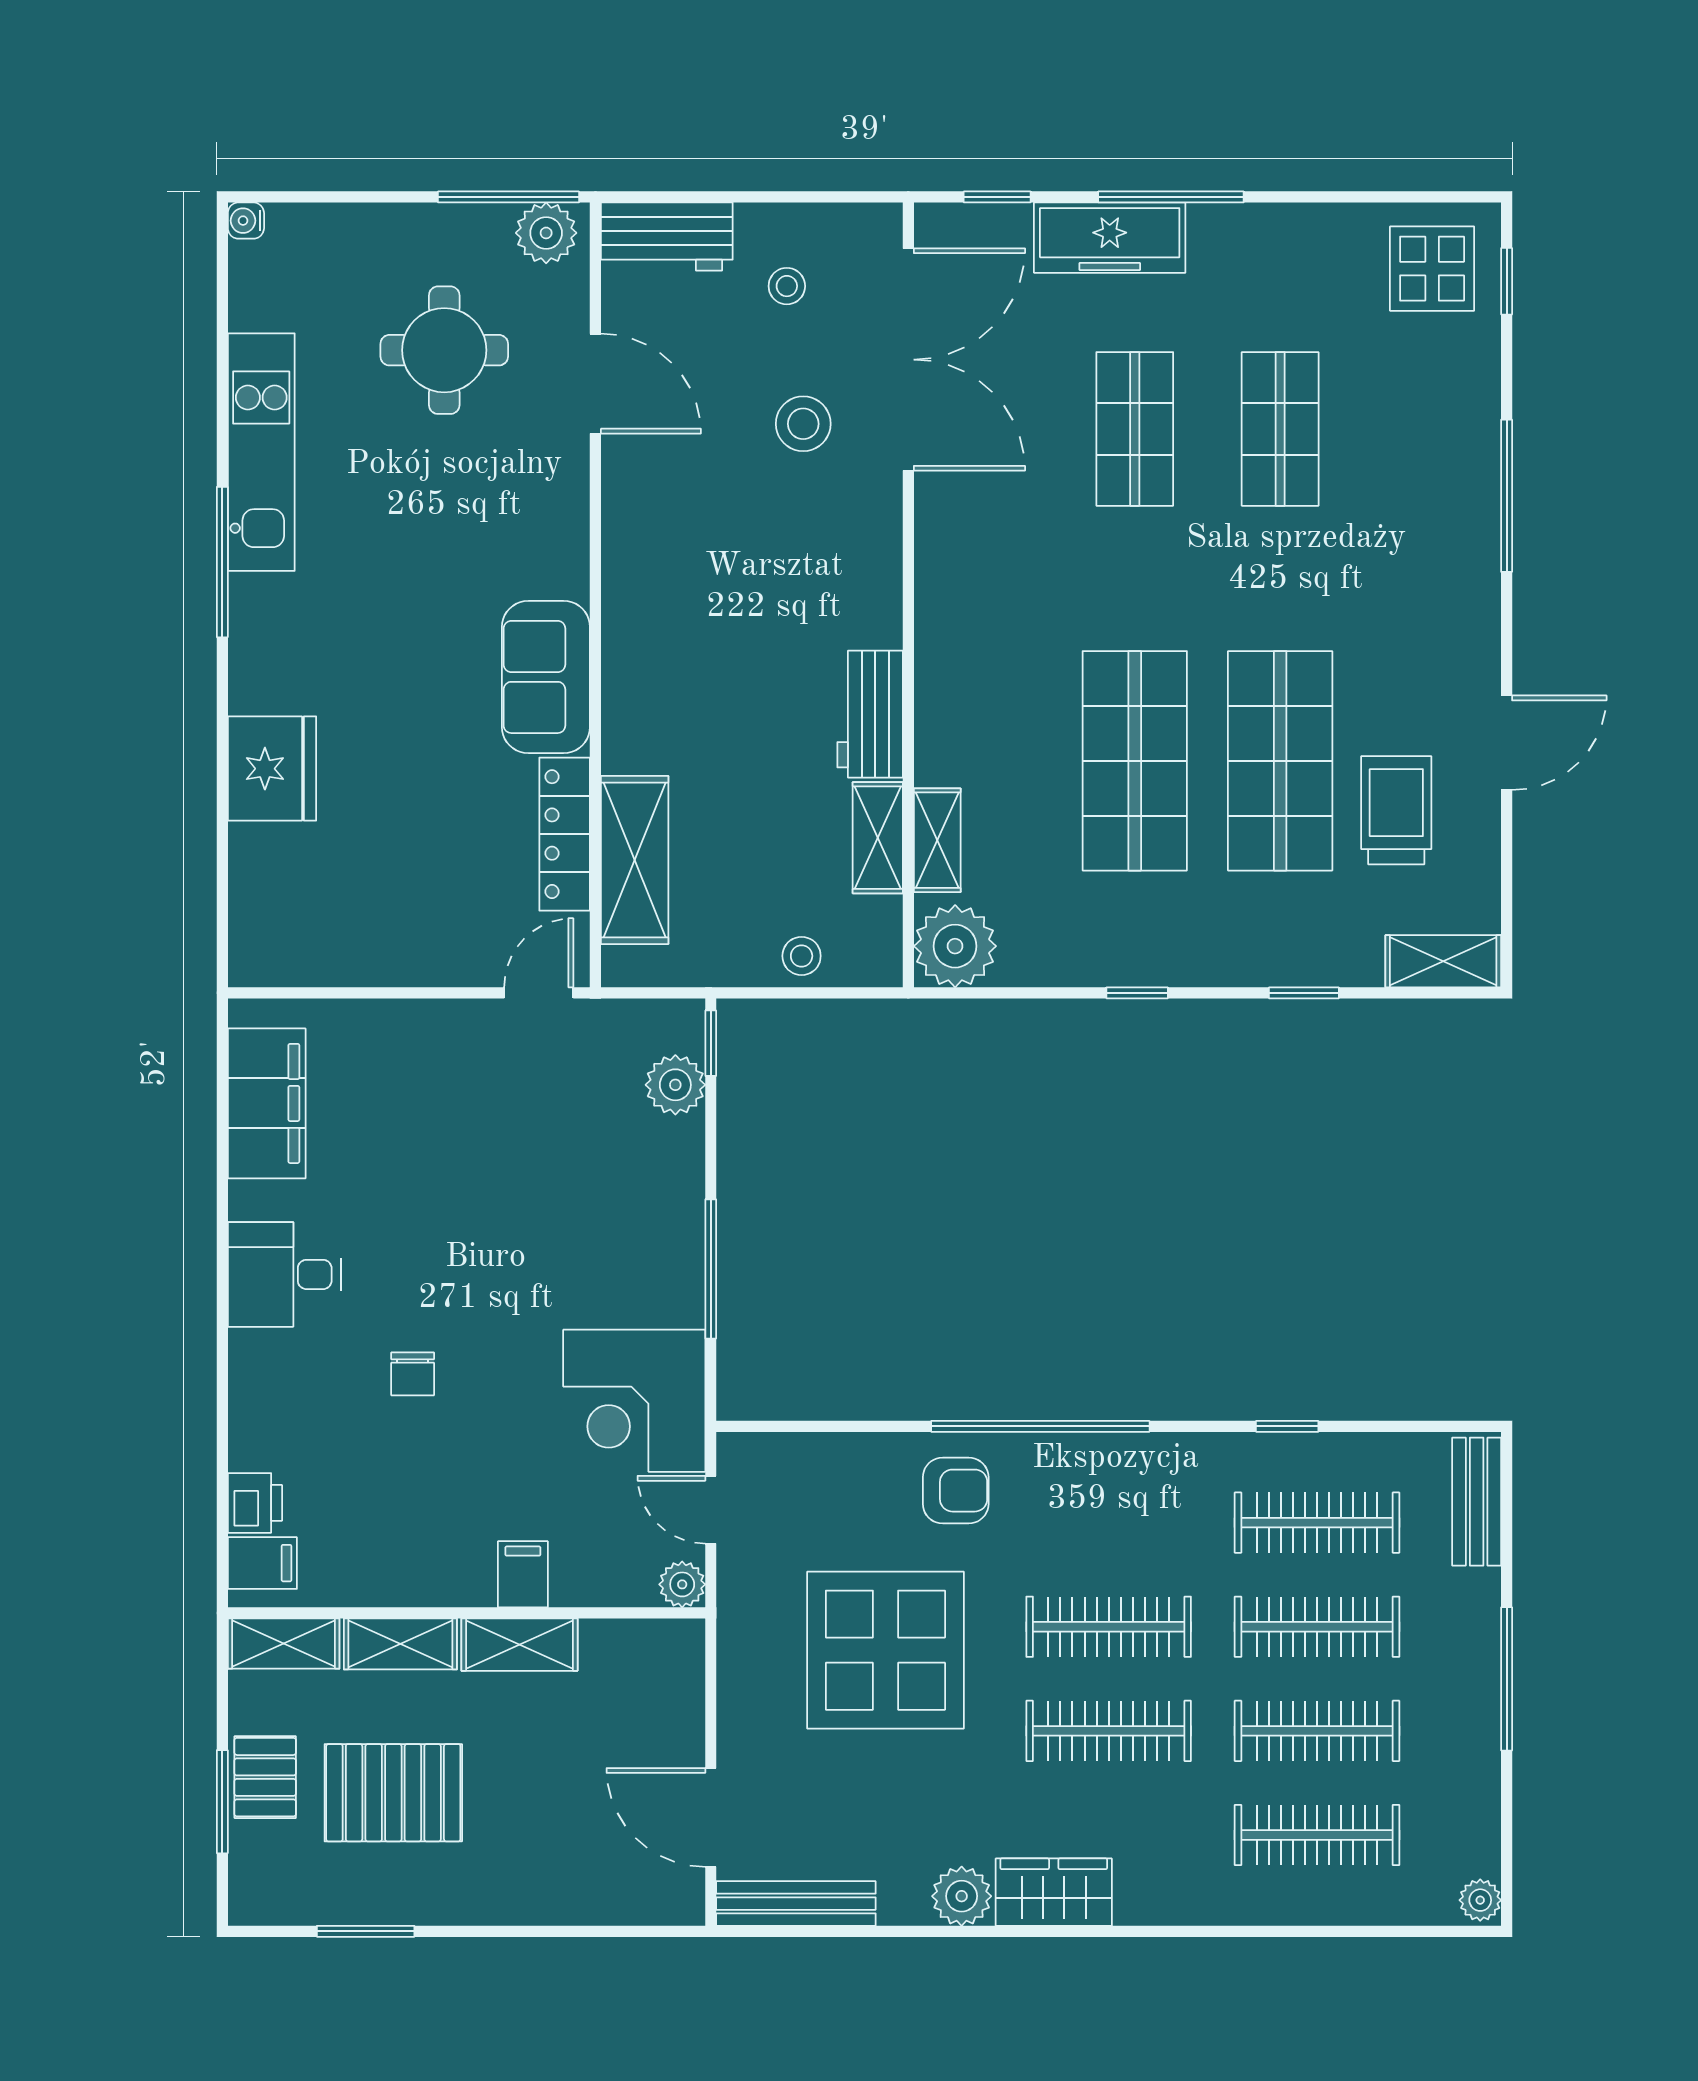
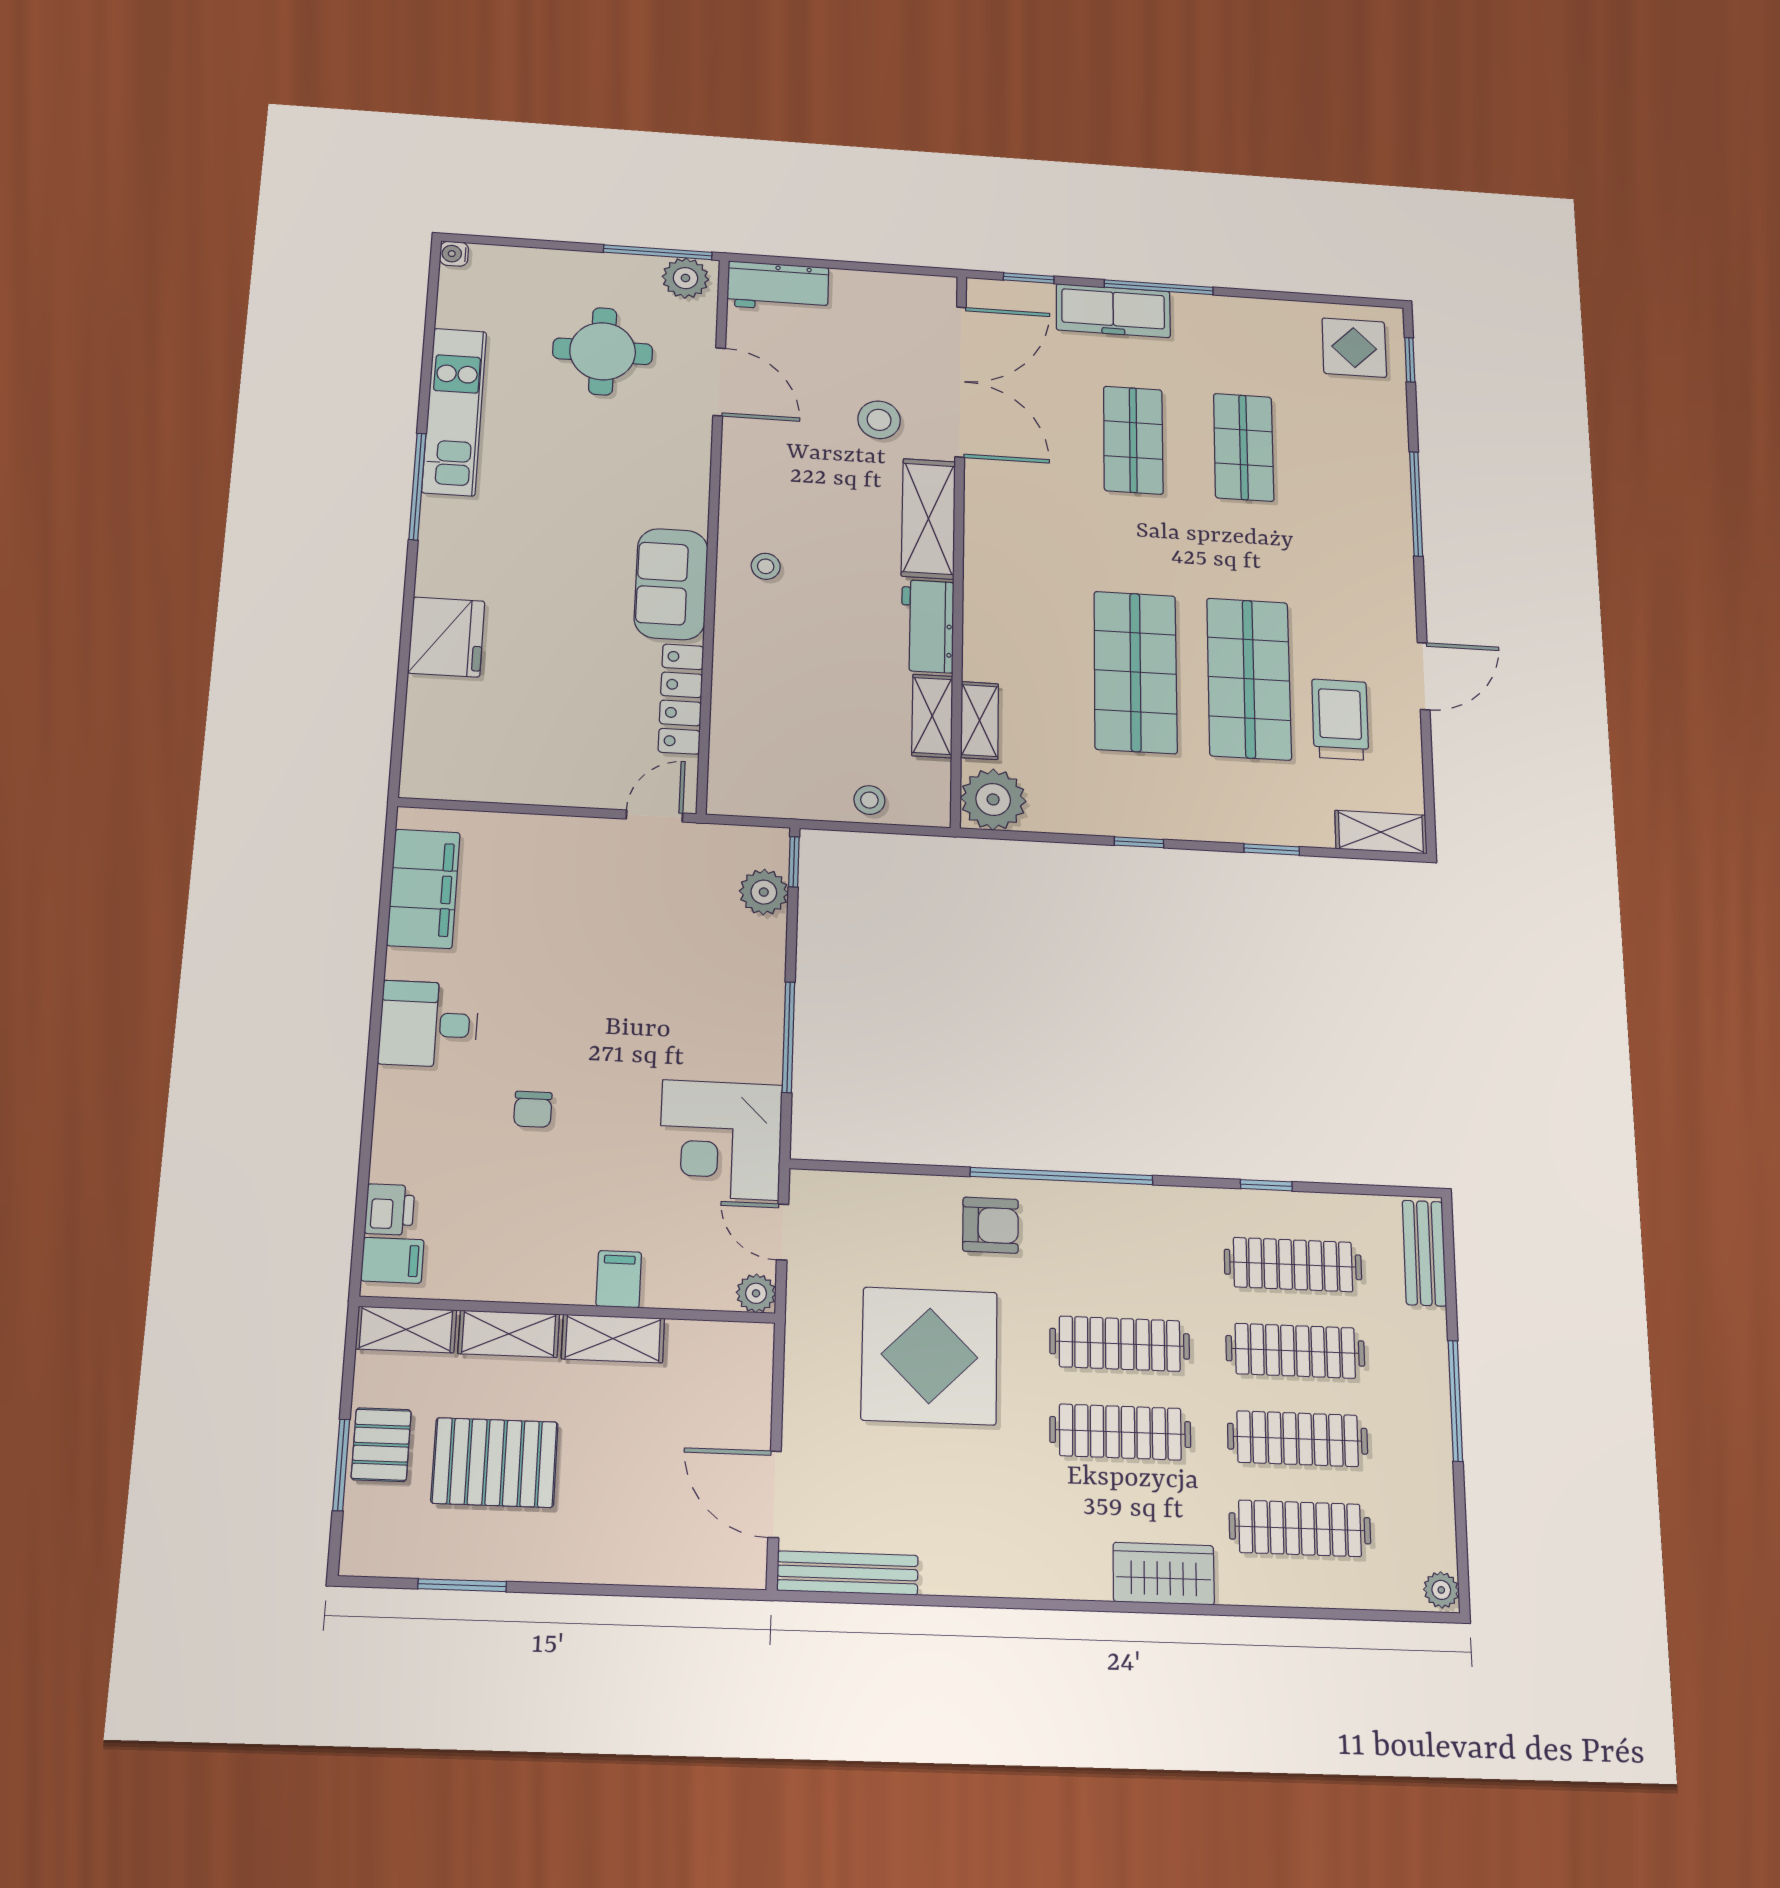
stool: (787, 286) -> (766, 566), moved
shelving: (635, 860) -> (928, 519), moved
wardrobe: (1054, 1892) -> (1164, 1574), moved
plant: (962, 1896) -> (993, 1571), removed

